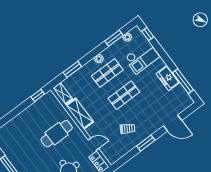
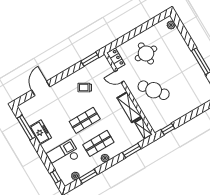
door: (173, 123) -> (41, 88), hinge flipped
cafe table: (57, 134) -> (154, 90), turned 52
window: (146, 143) -> (90, 59), moved

